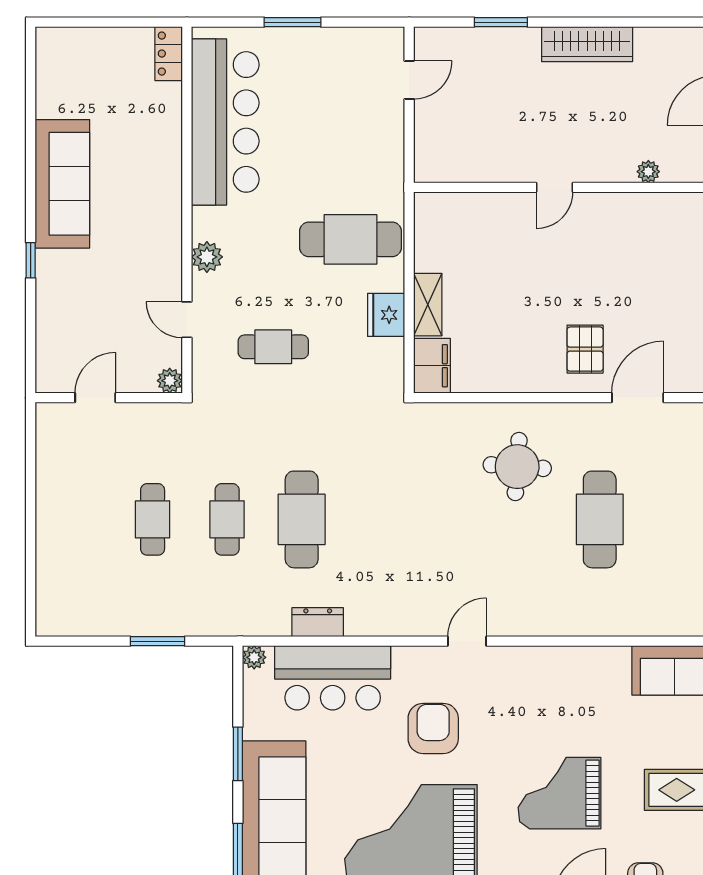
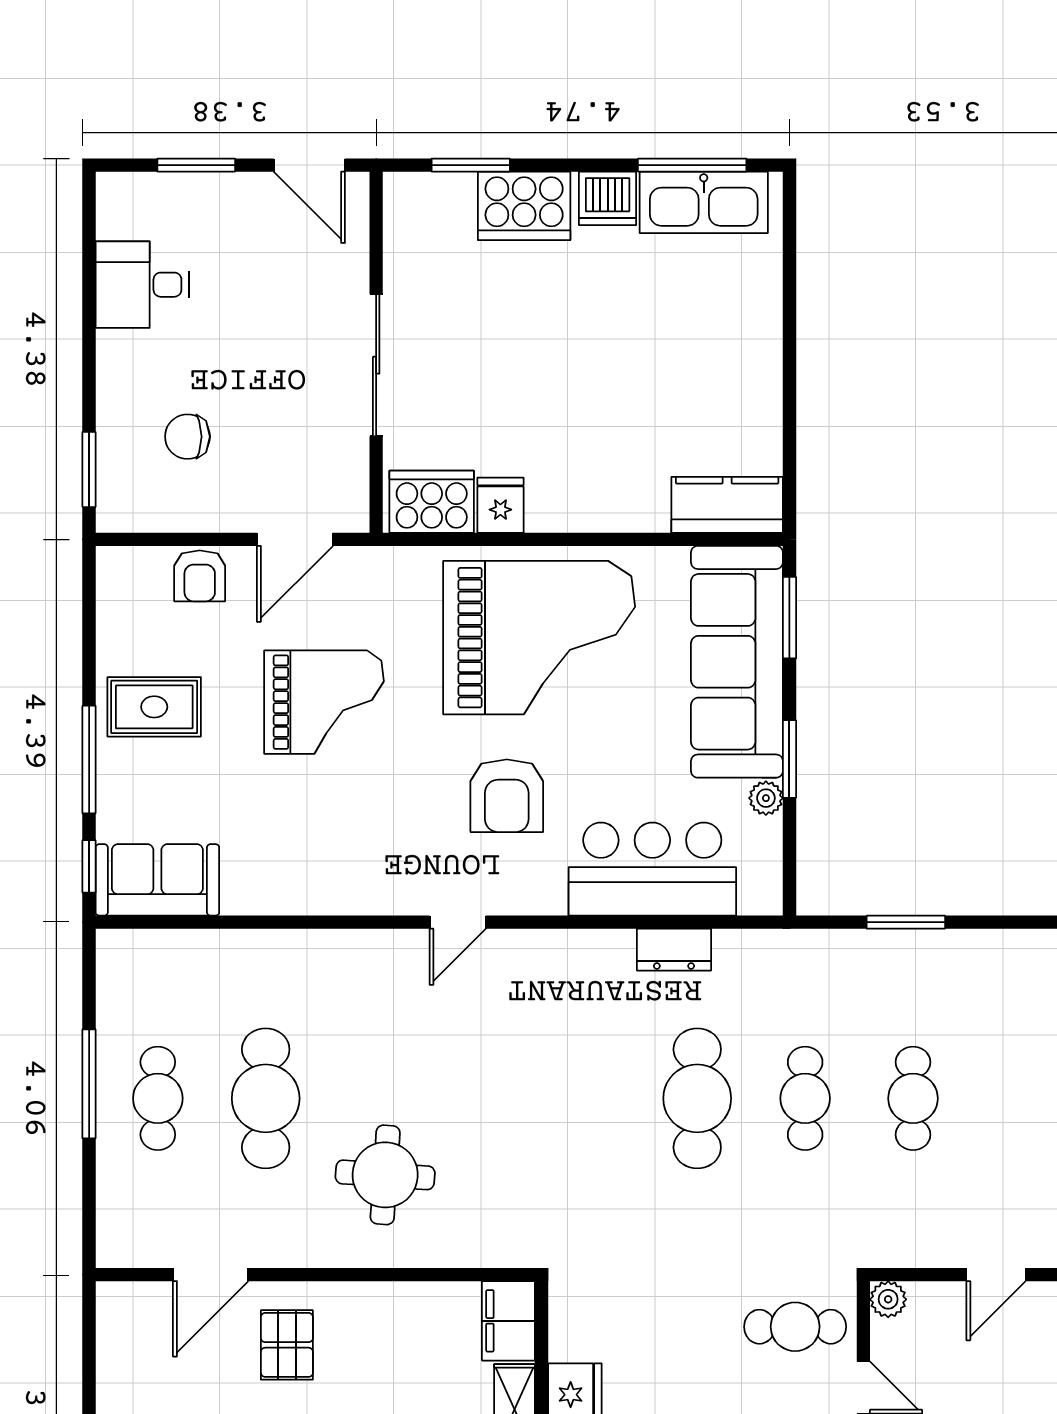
cafe table: (273, 347) -> (795, 1327), moved
cafe table: (674, 519) -> (158, 1098), added
plant: (254, 657) -> (766, 798), moved

